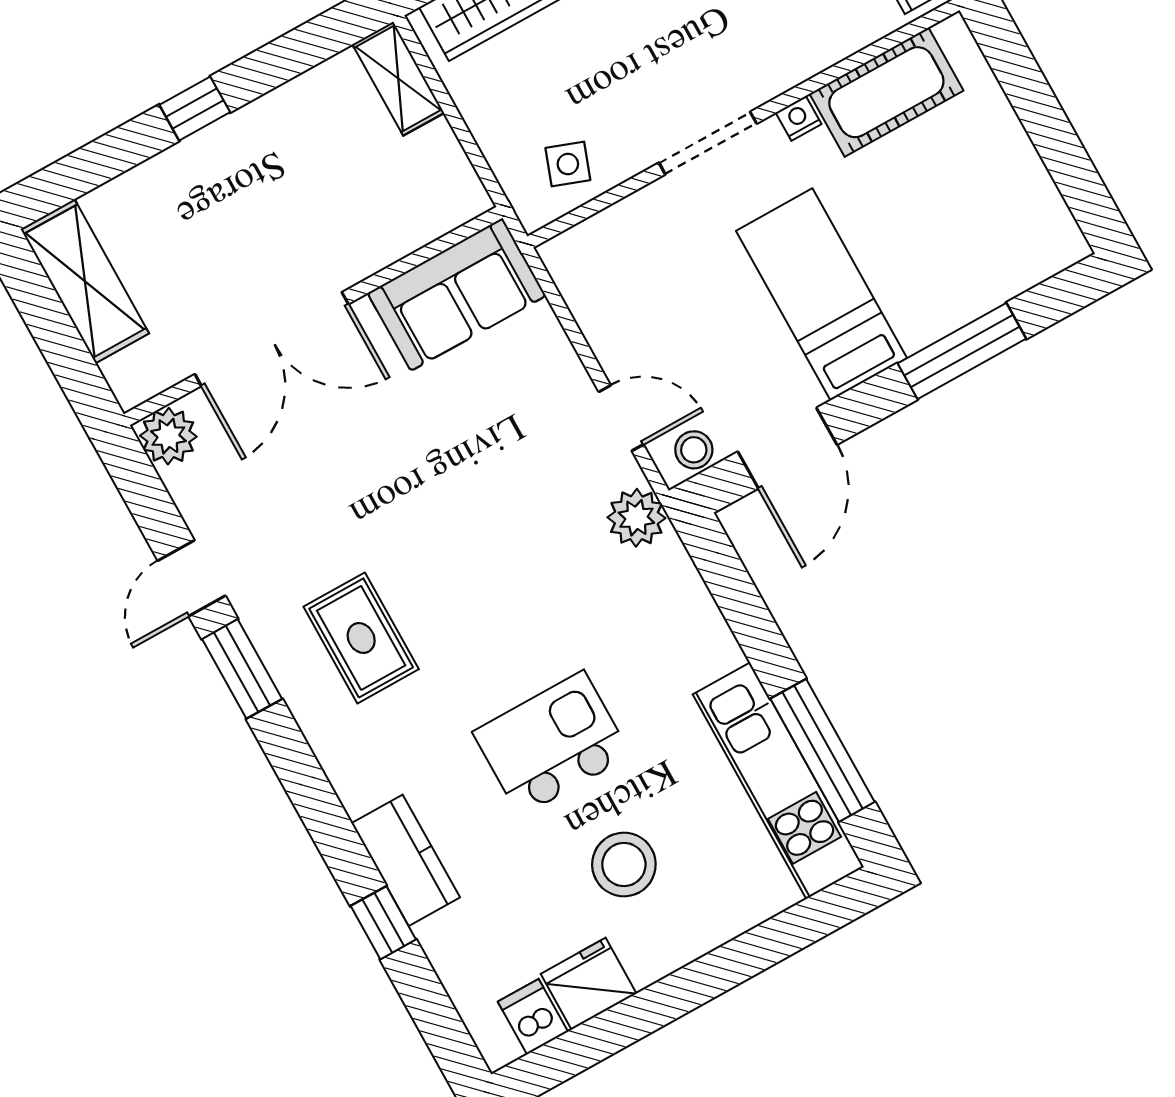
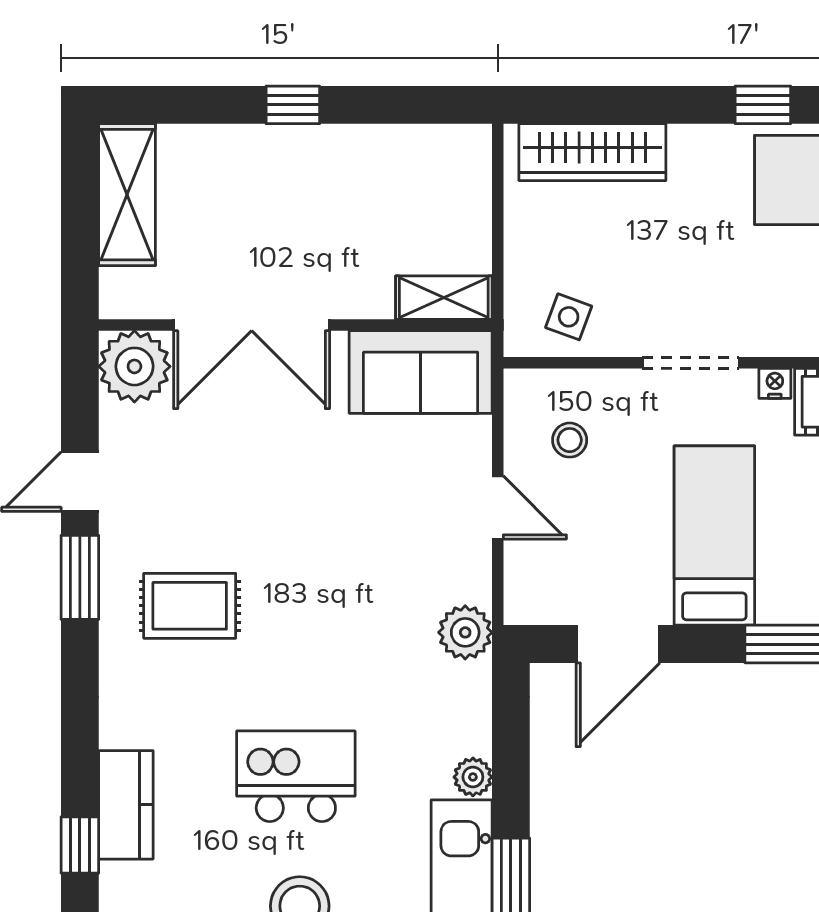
shelving: (398, 79) -> (444, 298), moved, turned 90
door: (621, 418) -> (498, 508), moved
plant: (168, 436) -> (134, 366), width x1.36, depth x1.36
stool: (694, 450) -> (570, 440), moved
rug: (361, 638) -> (190, 606), turned 90
plant: (720, 651) -> (473, 777), added

